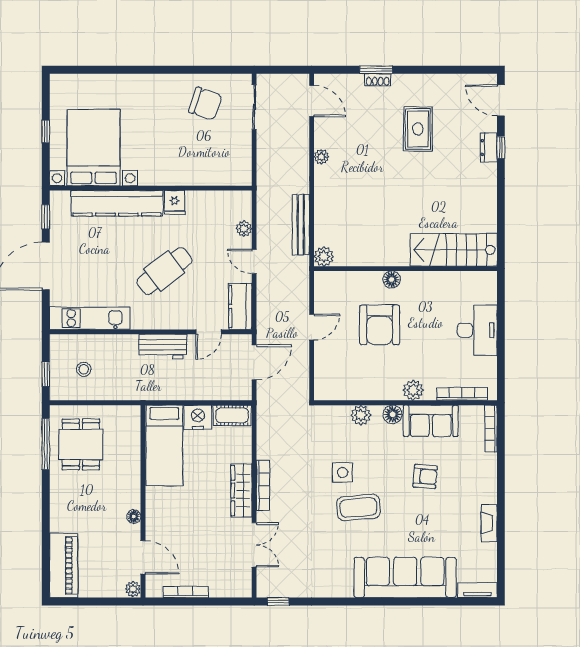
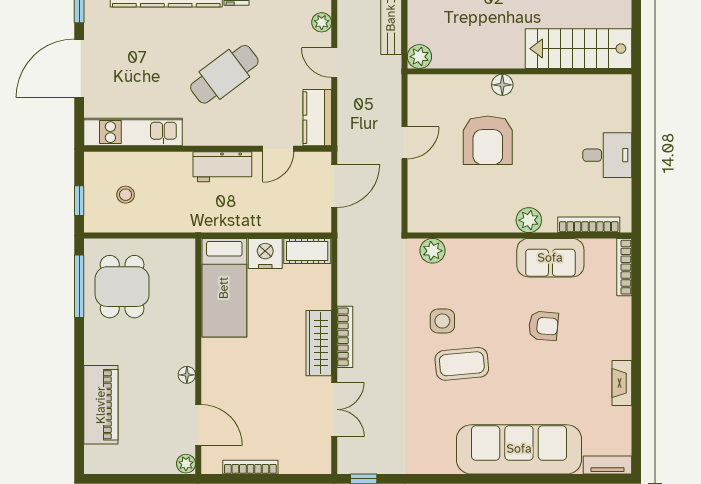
desk: (477, 330) -> (607, 155), width x0.73
floor lamp: (393, 414) -> (504, 250), removed
plant: (361, 415) -> (433, 251), moved
piano: (64, 566) -> (101, 405), moved

